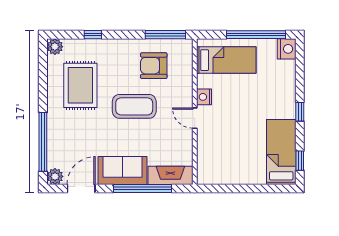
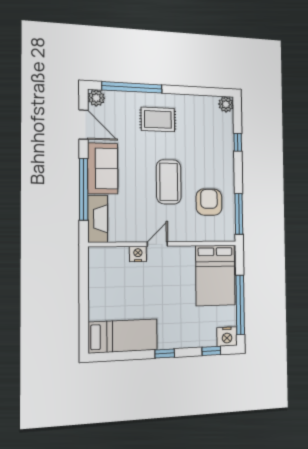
bed: (226, 60) -> (215, 275), width x1.50
rug: (80, 85) -> (158, 119), moved, width x0.73, depth x0.70
nightstand: (204, 97) -> (138, 254), moved
window: (300, 161) -> (211, 351), moved

